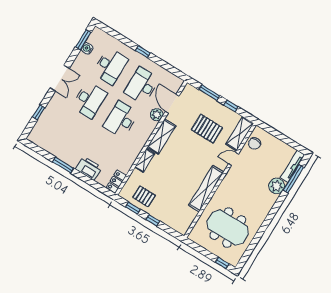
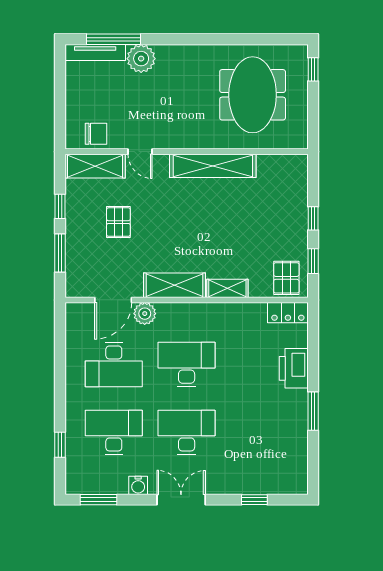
water cooler: (87, 48) -> (138, 485), moved
window: (143, 52) -> (60, 445), moved
desk: (121, 119) -> (187, 365), turned 180
pallet: (207, 129) -> (118, 222), width x0.67, depth x0.71
pallet: (144, 196) -> (286, 278), moved

